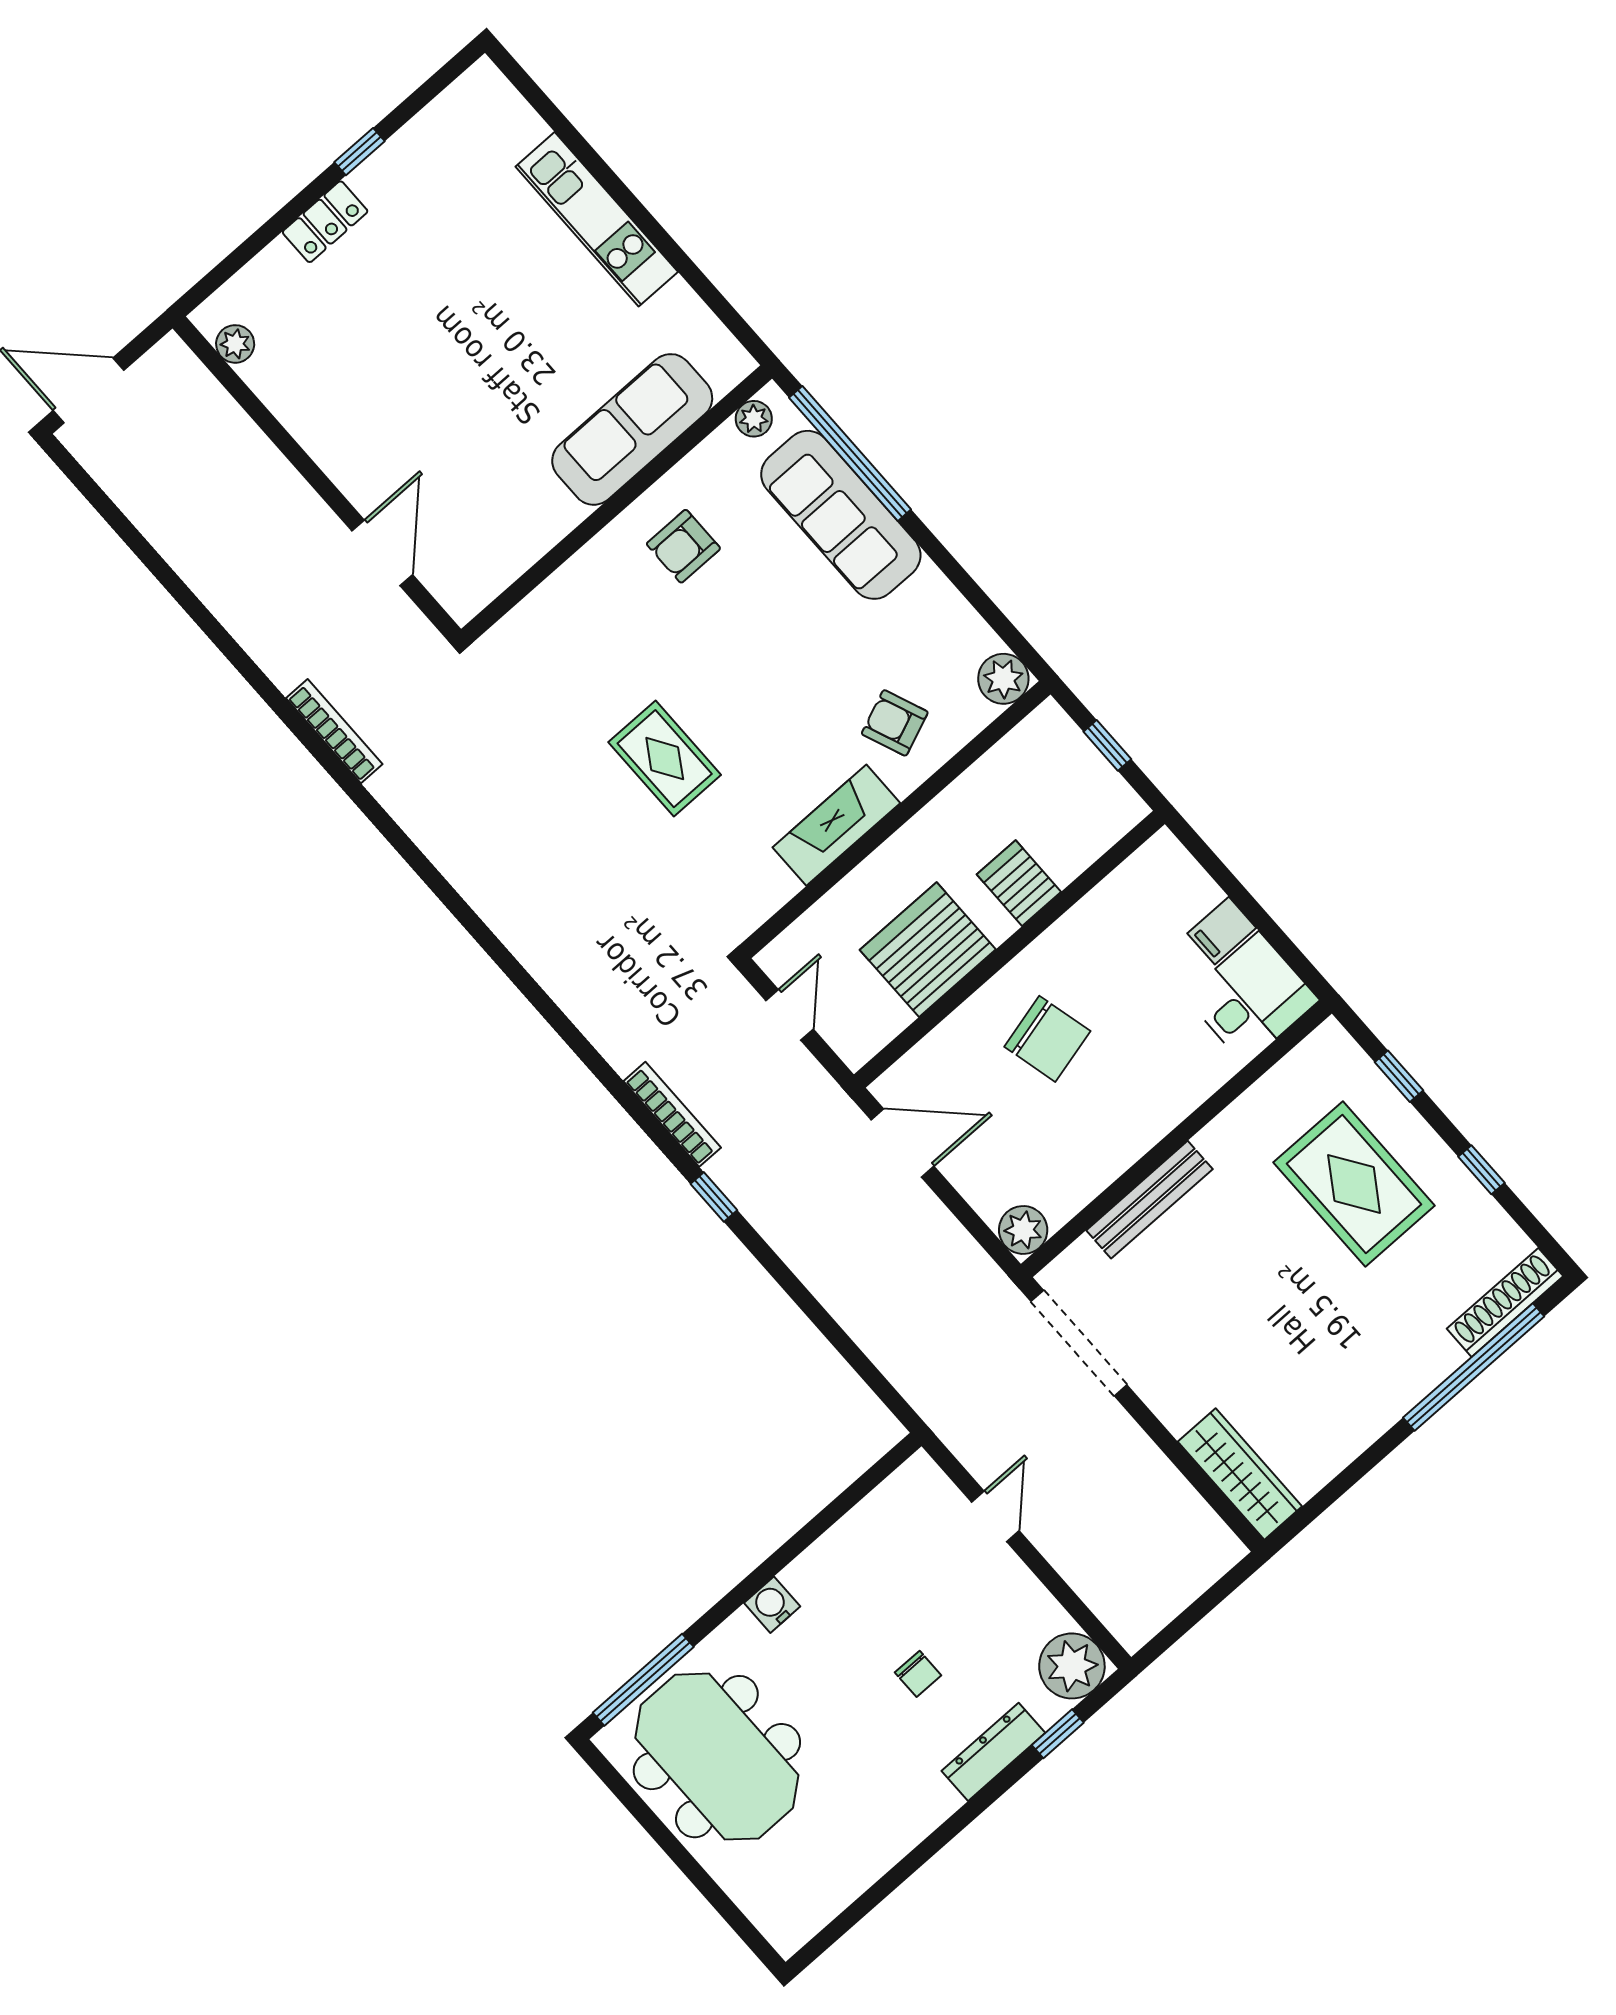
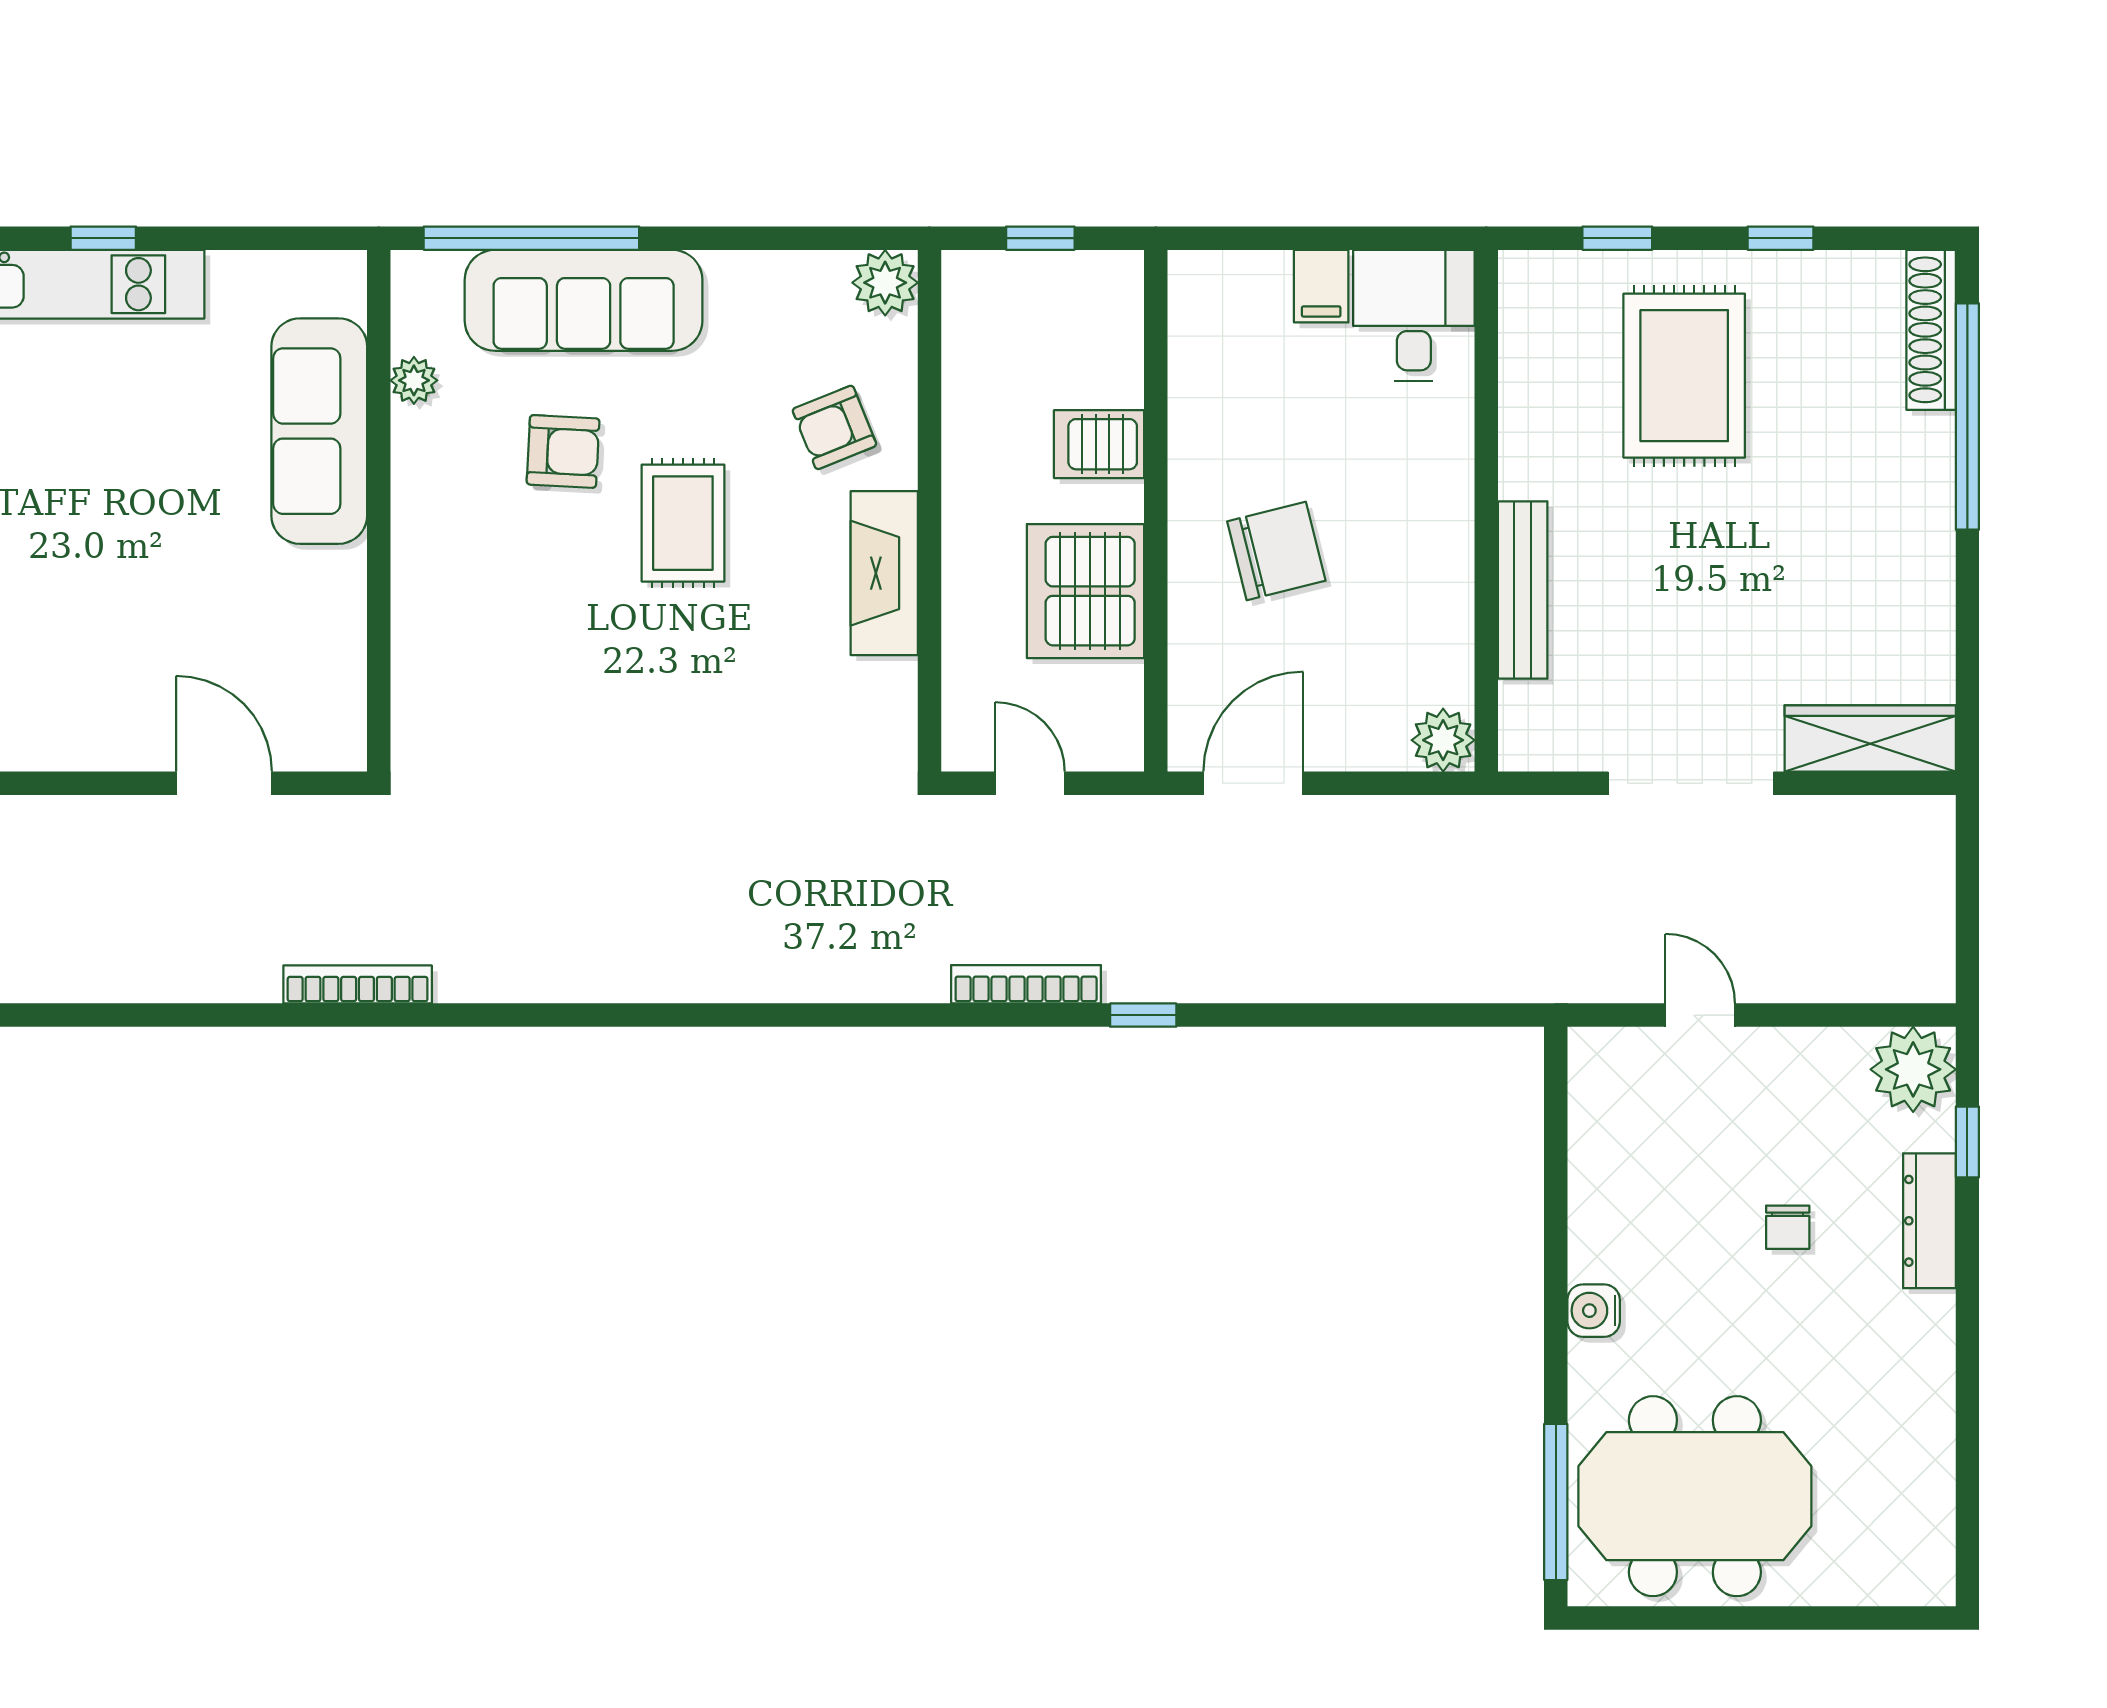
window: (634, 208) -> (103, 238), added
plant: (754, 419) -> (414, 380), moved
armchair: (683, 546) -> (563, 451), moved, turned -87
rug: (665, 759) -> (683, 523), moved, turned 90
rug: (1354, 1184) -> (1684, 376), turned 90
doorway: (1079, 1343) -> (1691, 783), moved
chair: (918, 1674) -> (1788, 1227), turned 90

